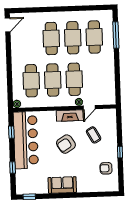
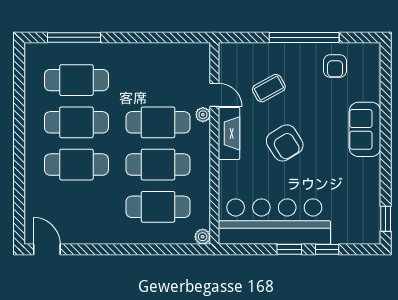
window: (11, 132) -> (289, 249), moved
window: (120, 152) -> (304, 37), width x3.17
sofa: (62, 185) -> (365, 129), moved

